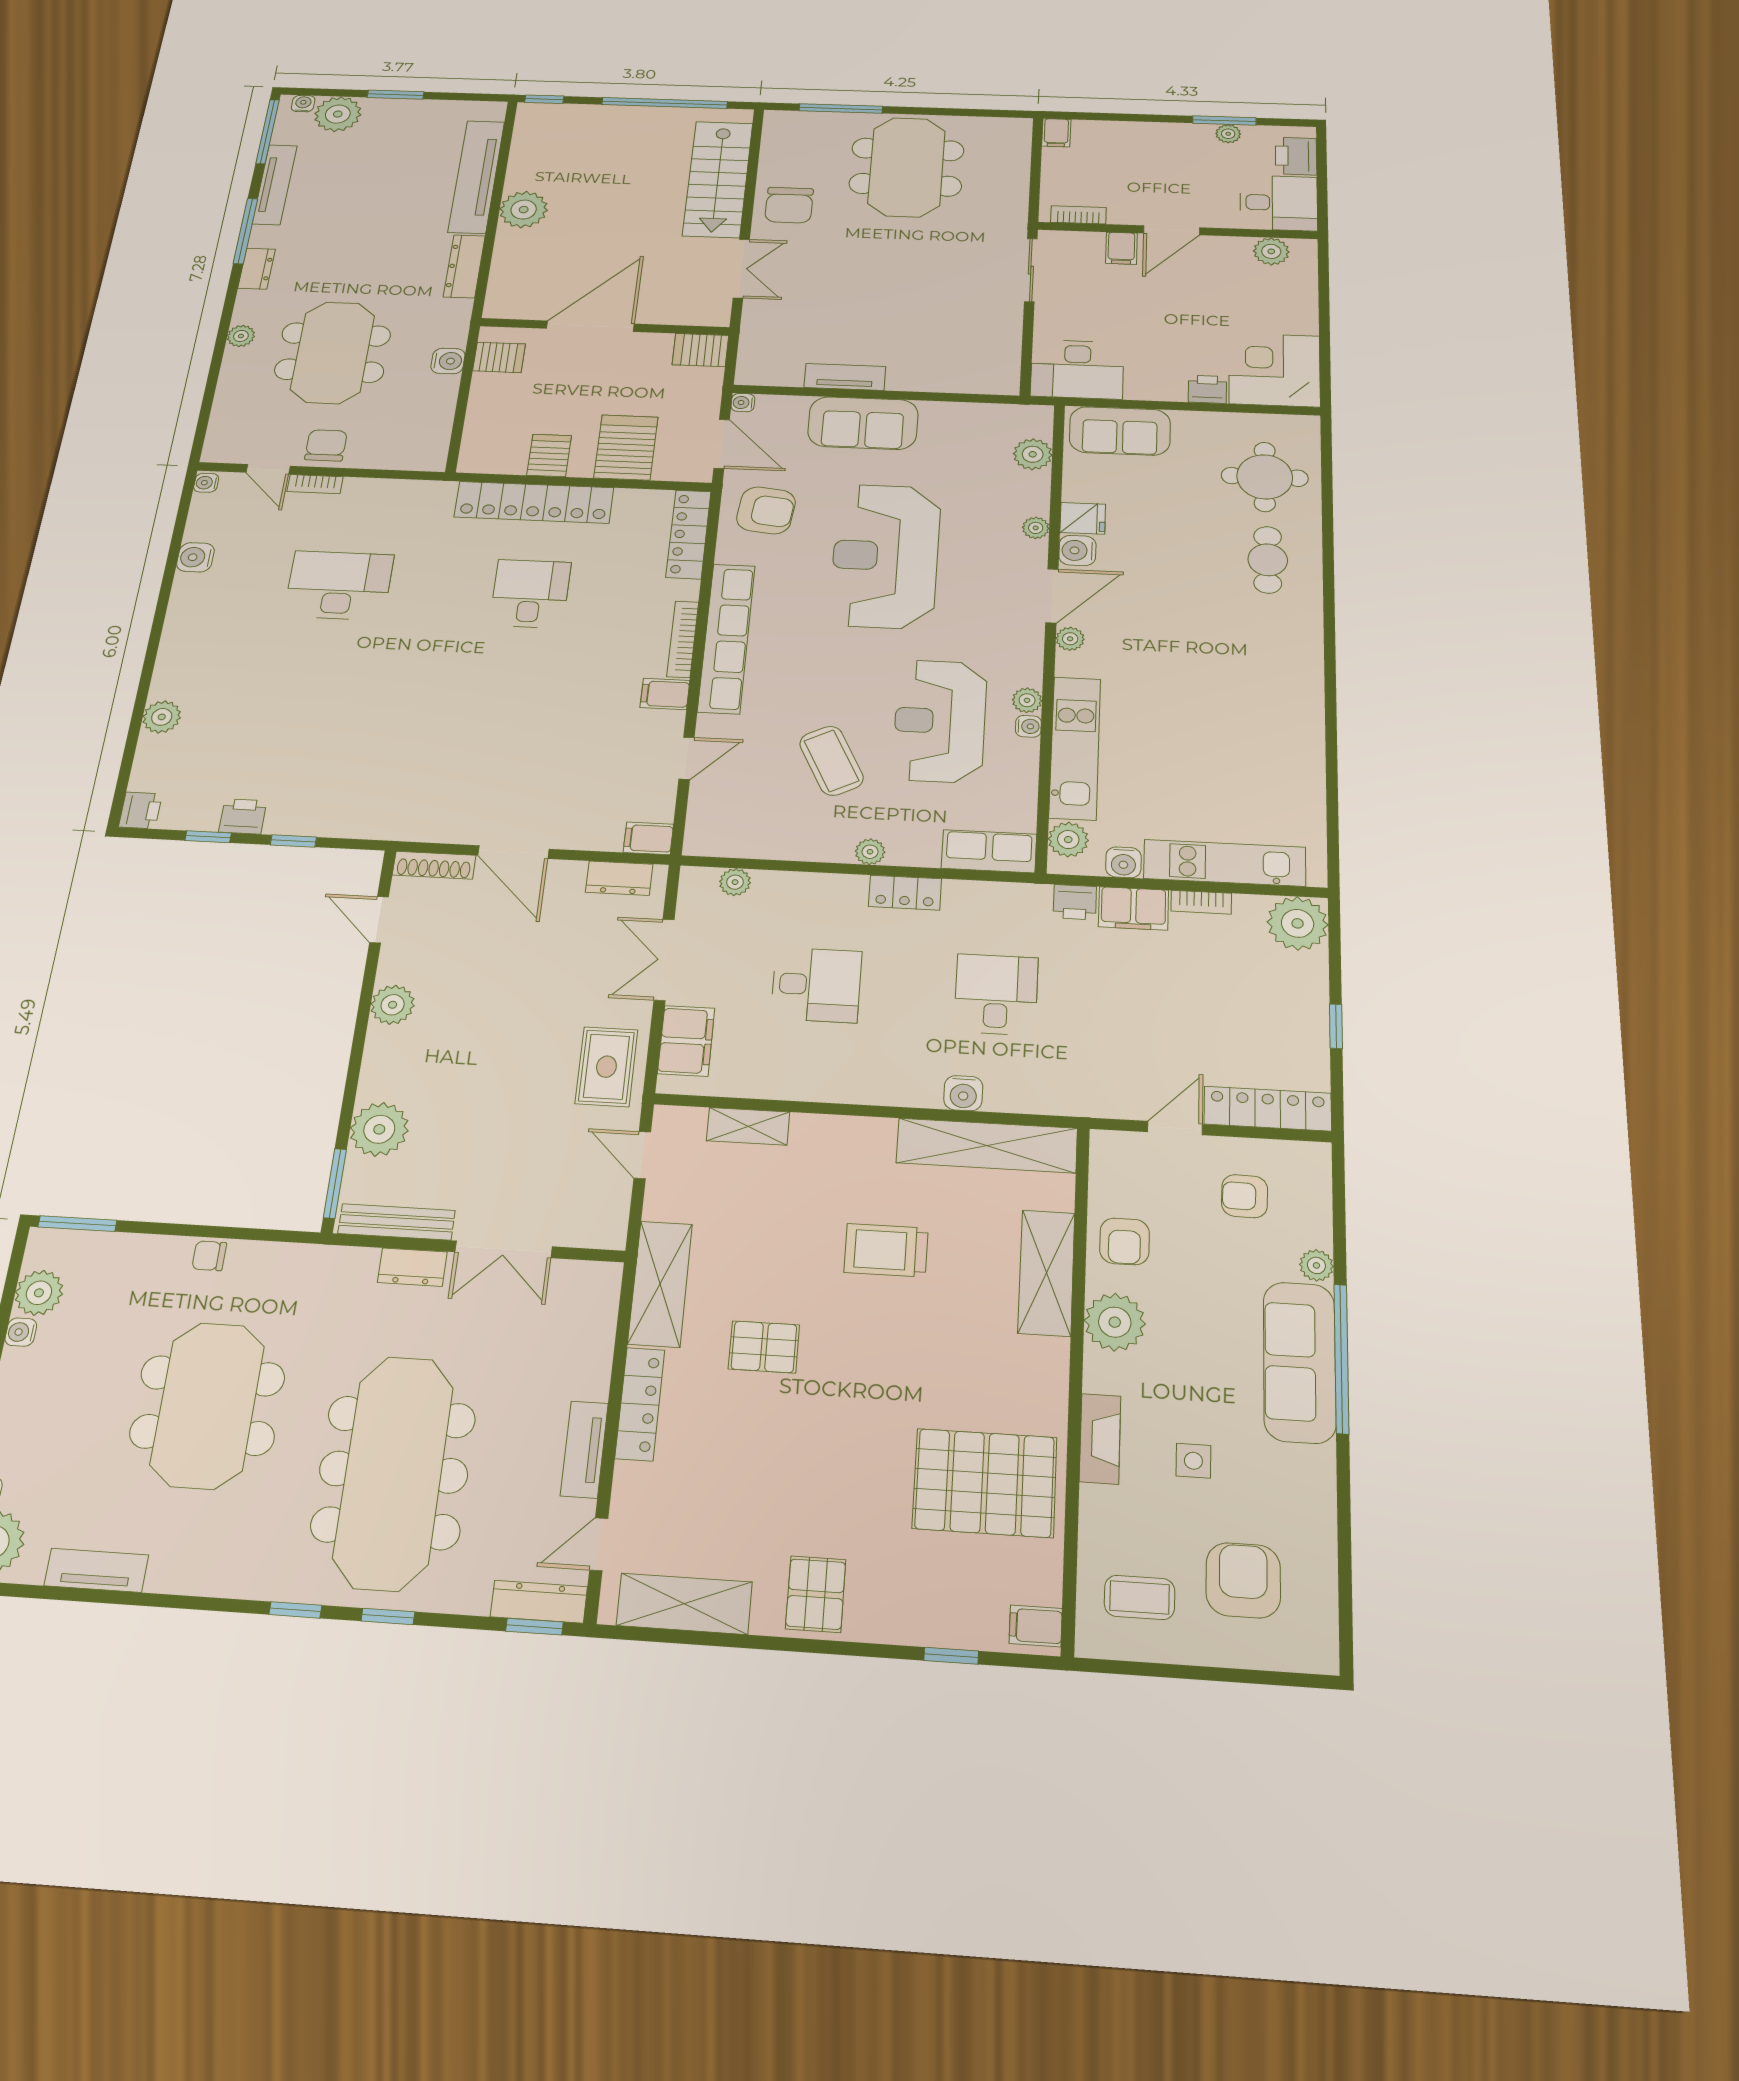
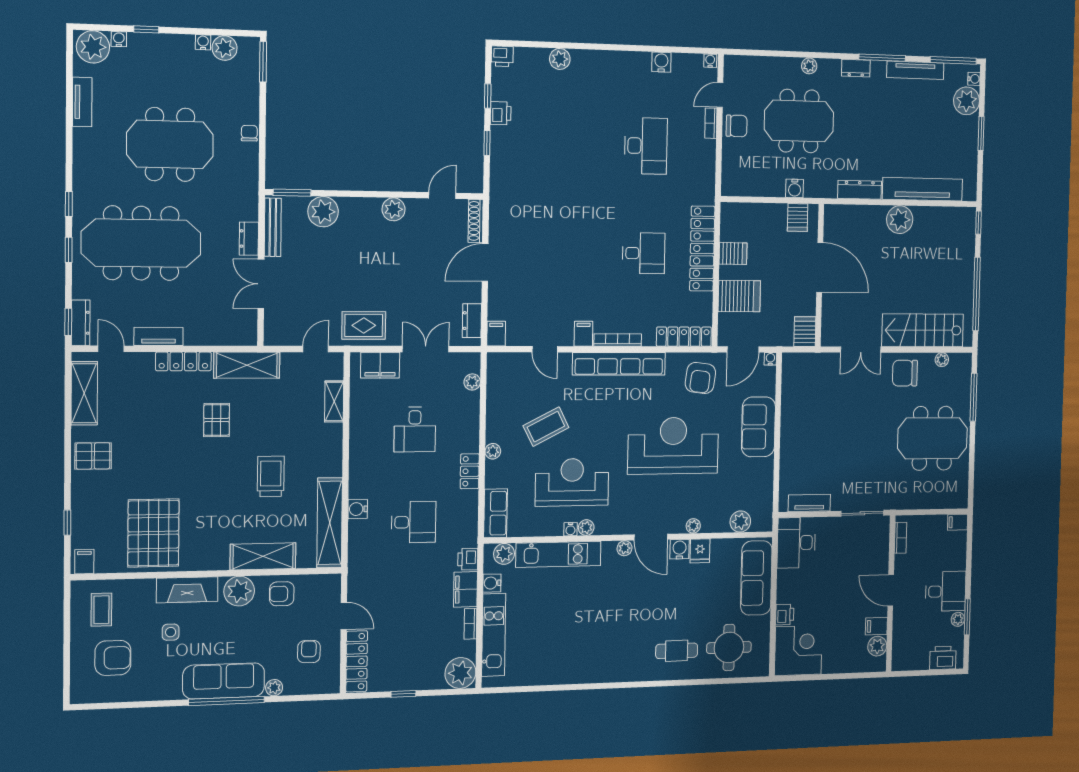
plant: (771, 152) -> (942, 360), added
desk: (1279, 203) -> (946, 591), moved, turned -90
filing cabinet: (1121, 248) -> (876, 626), moved
tv unit: (845, 377) -> (809, 503), moved, turned -90
sofa: (1120, 431) -> (756, 578), width x1.36
fireplace: (1100, 1439) -> (187, 590), width x1.37, depth x1.32

